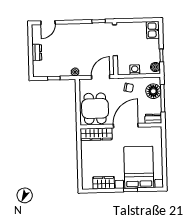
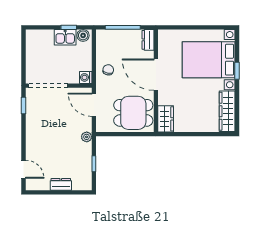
kitchen sink: (153, 30) -> (65, 37), moved
washing machine: (135, 70) -> (86, 77), moved
floor lamp: (153, 91) -> (113, 39), removed
wardrobe: (96, 134) -> (166, 119), width x0.67
wardrobe: (104, 183) -> (227, 111), width x1.50

